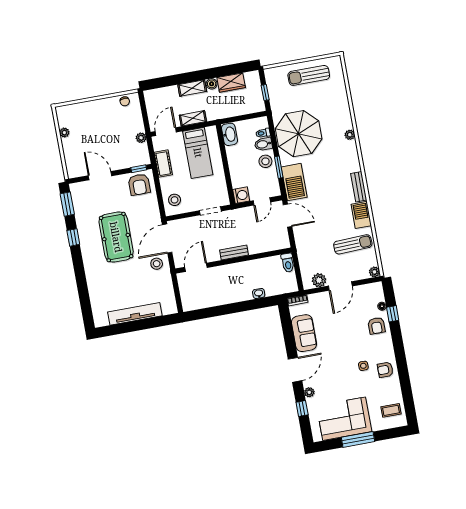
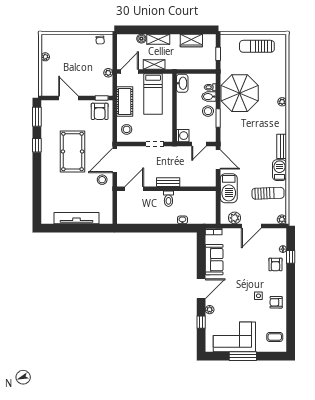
boiler: (212, 84) -> (141, 39), moved
cot: (163, 164) -> (125, 102), width x1.37, depth x1.34
barbecue: (294, 182) -> (229, 188), moved
toilet: (288, 263) -> (168, 199), moved

